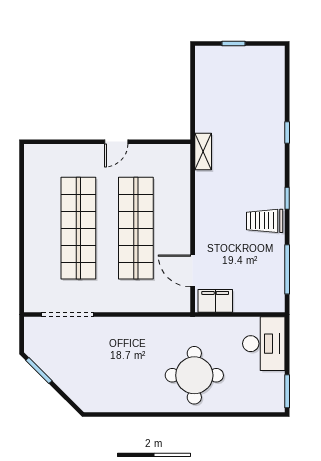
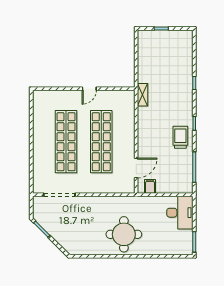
trolley: (265, 221) -> (180, 137), turned 90
door: (193, 271) -> (136, 168), swing flipped
filing cabinet: (215, 301) -> (150, 186), width x0.50
round table: (194, 375) -> (124, 234), moved

